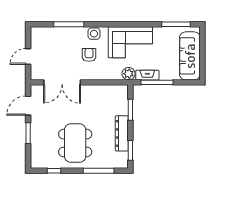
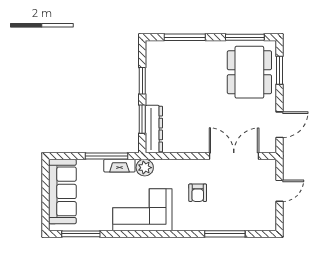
side table: (94, 34) -> (191, 221), removed
window: (28, 133) -> (279, 70), moved
dresser: (122, 133) -> (154, 129), moved
dining table: (75, 143) -> (249, 72), moved
window: (130, 150) -> (142, 81), moved
window: (54, 171) -> (245, 37), width x2.17

